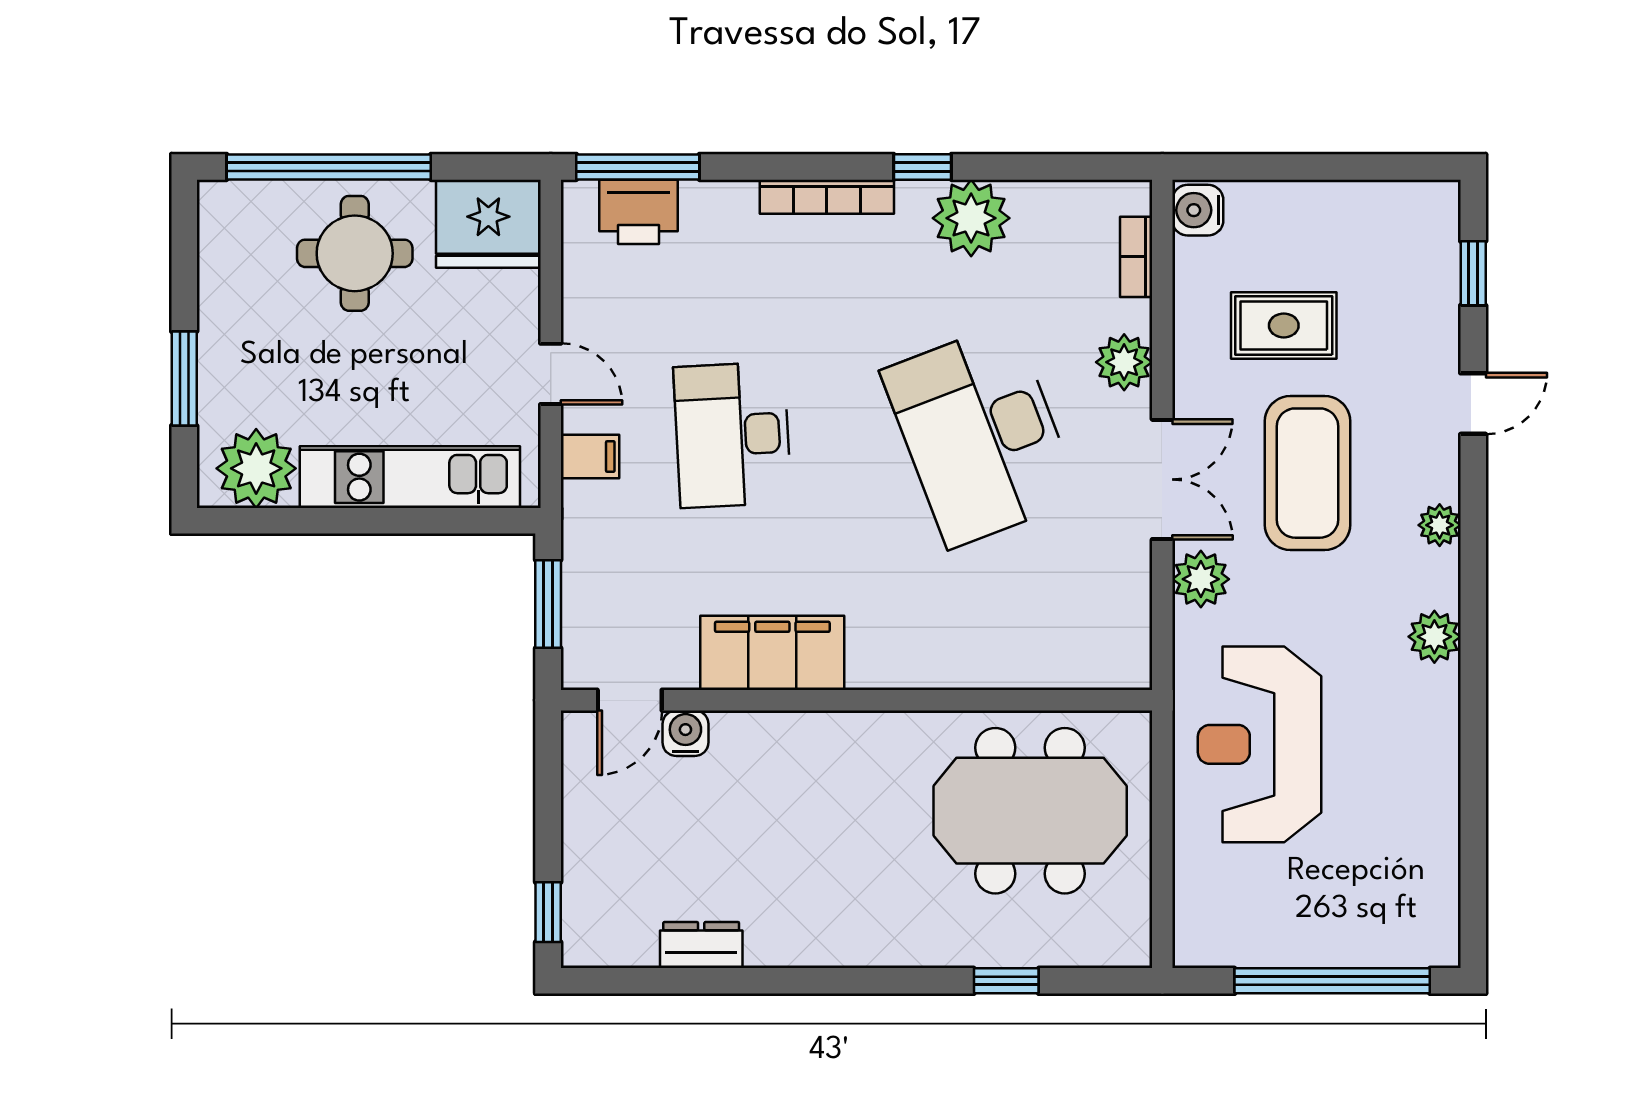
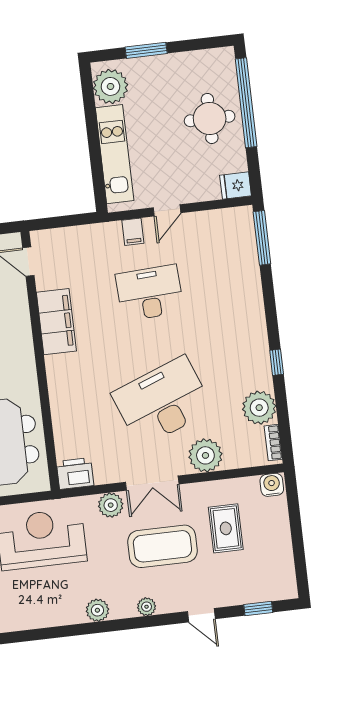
bookcase: (827, 197) -> (259, 322), removed
printer: (639, 212) -> (75, 473), moved, turned 90
plant: (971, 218) -> (259, 408), moved
fridge: (488, 224) -> (236, 186), width x0.53, depth x0.75
bookcase: (1136, 257) -> (273, 443), moved, turned -90
plant: (1124, 362) -> (205, 455), width x1.36, depth x1.36
window: (548, 604) -> (66, 221), removed
water cooler: (685, 733) -> (17, 288), removed

